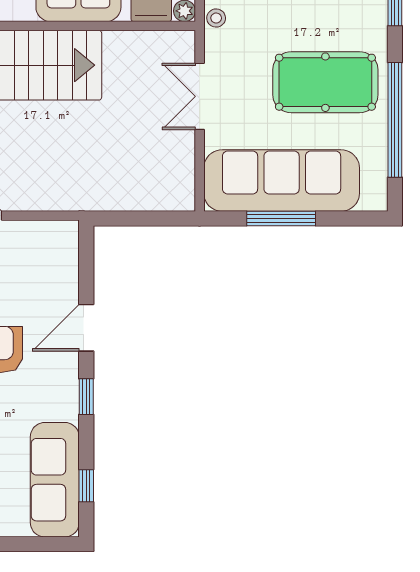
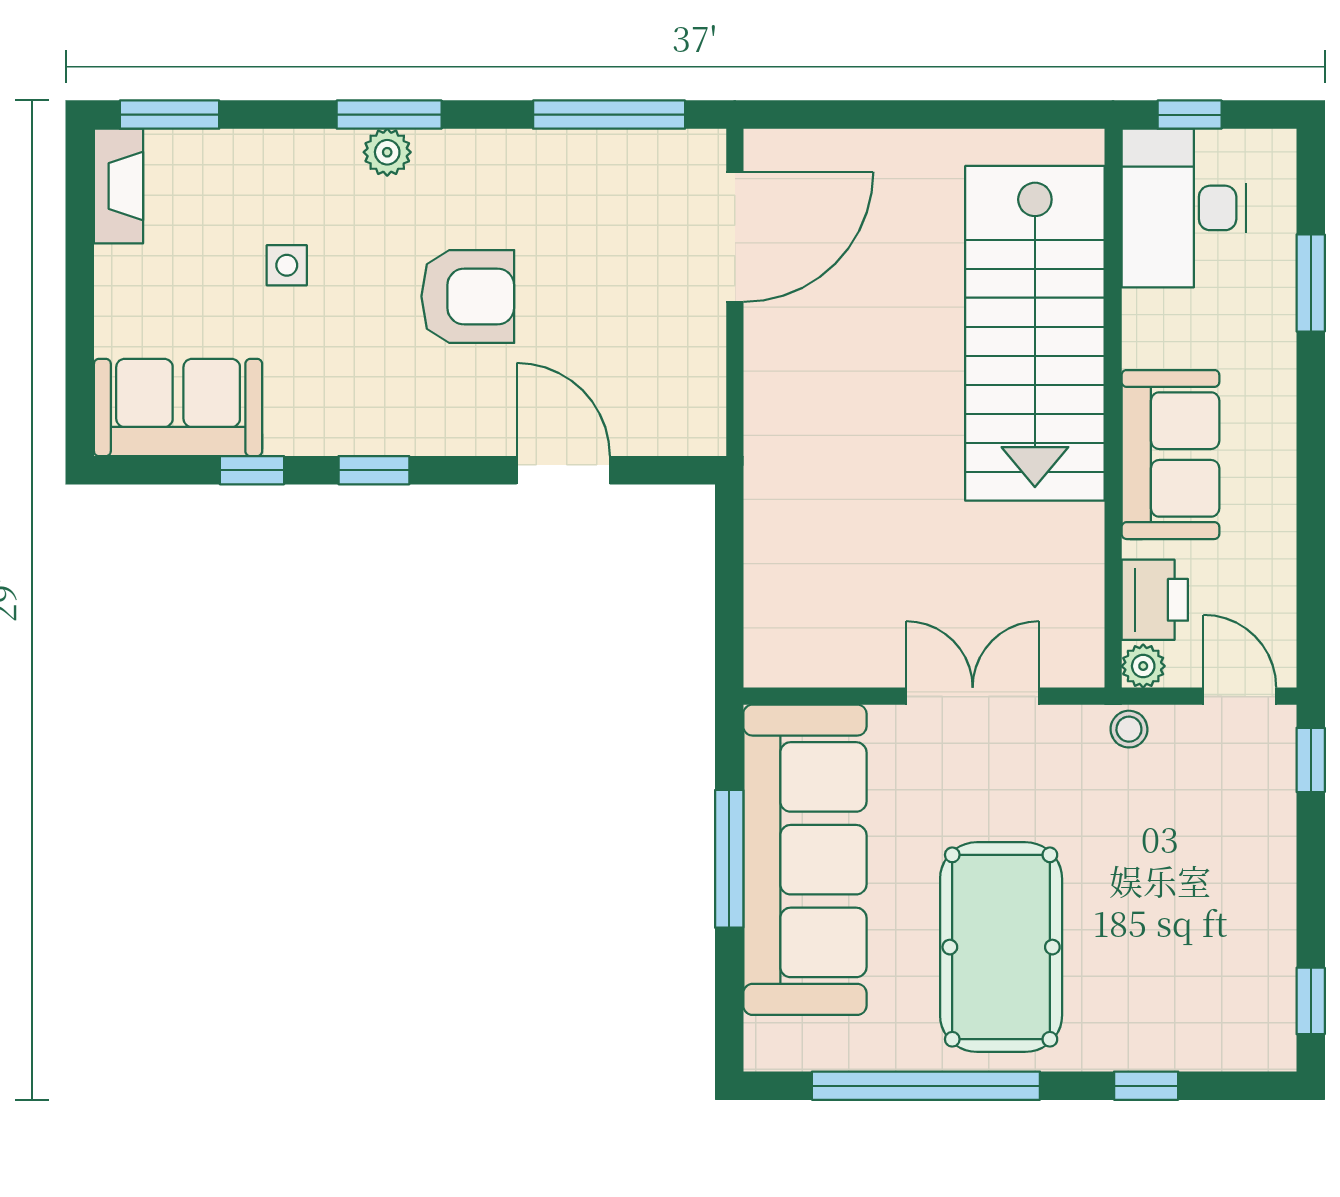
door: (86, 328) -> (563, 470), moved
sofa: (55, 480) -> (178, 407), width x0.73
window: (86, 486) -> (252, 470), moved

